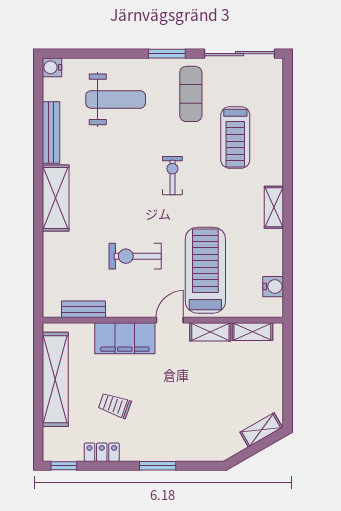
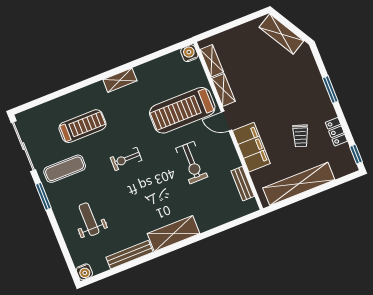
weight bench: (116, 99) -> (89, 219), width x0.73, depth x0.75
water cooler: (273, 287) -> (189, 53), moved
shelving: (261, 430) -> (281, 34), width x1.50, depth x1.33

